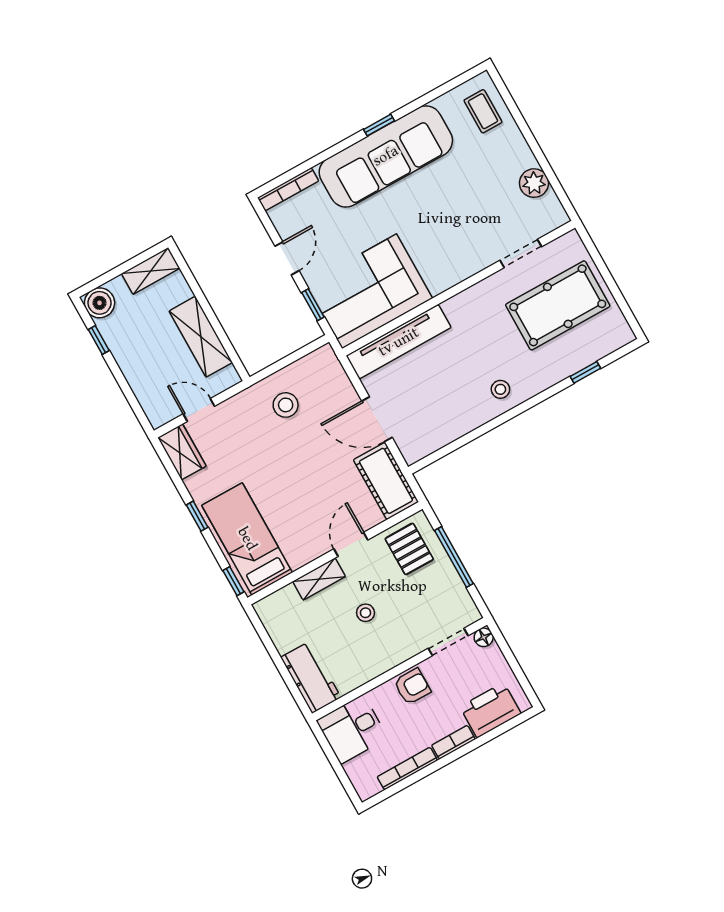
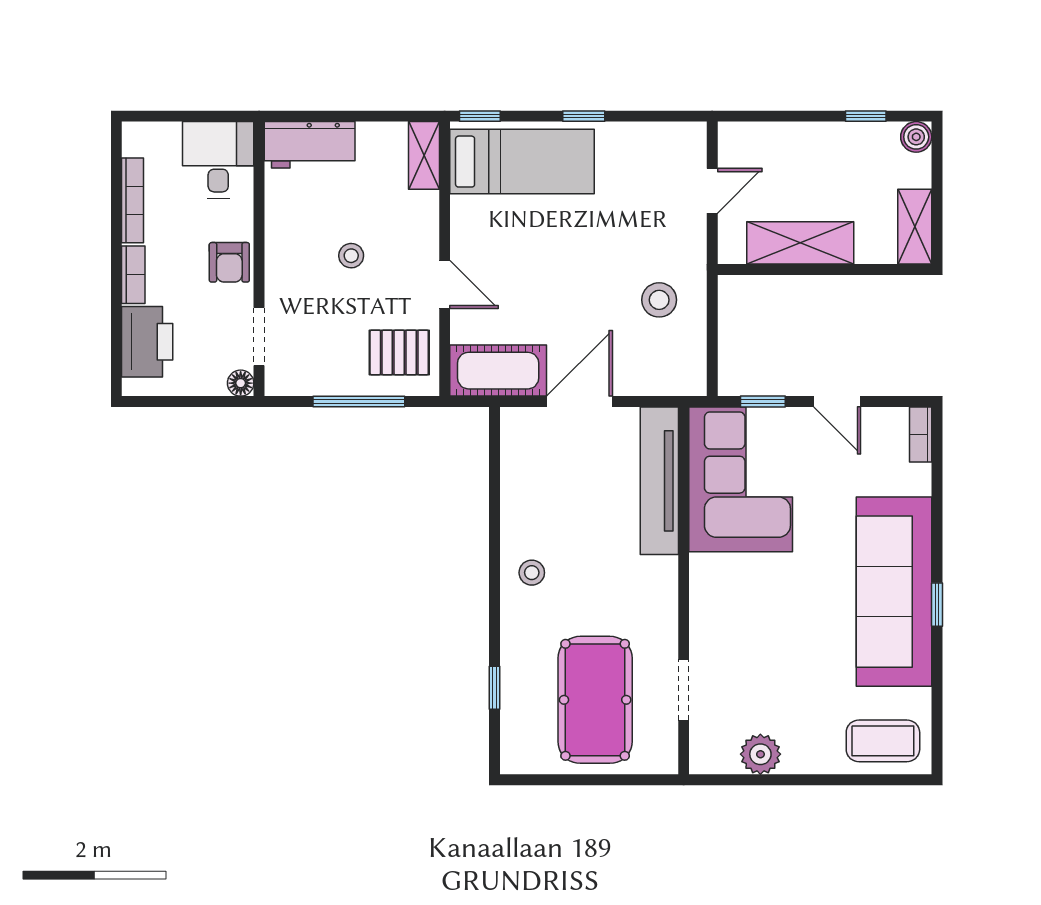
coffee table: (483, 111) -> (883, 741), width x1.36, depth x1.30
bookcase: (288, 189) -> (921, 434), width x0.64
boiler: (100, 303) -> (916, 137), width x0.73, depth x0.73
wardrobe: (182, 452) -> (673, 141), removed
shelving: (319, 579) -> (424, 155), moved

